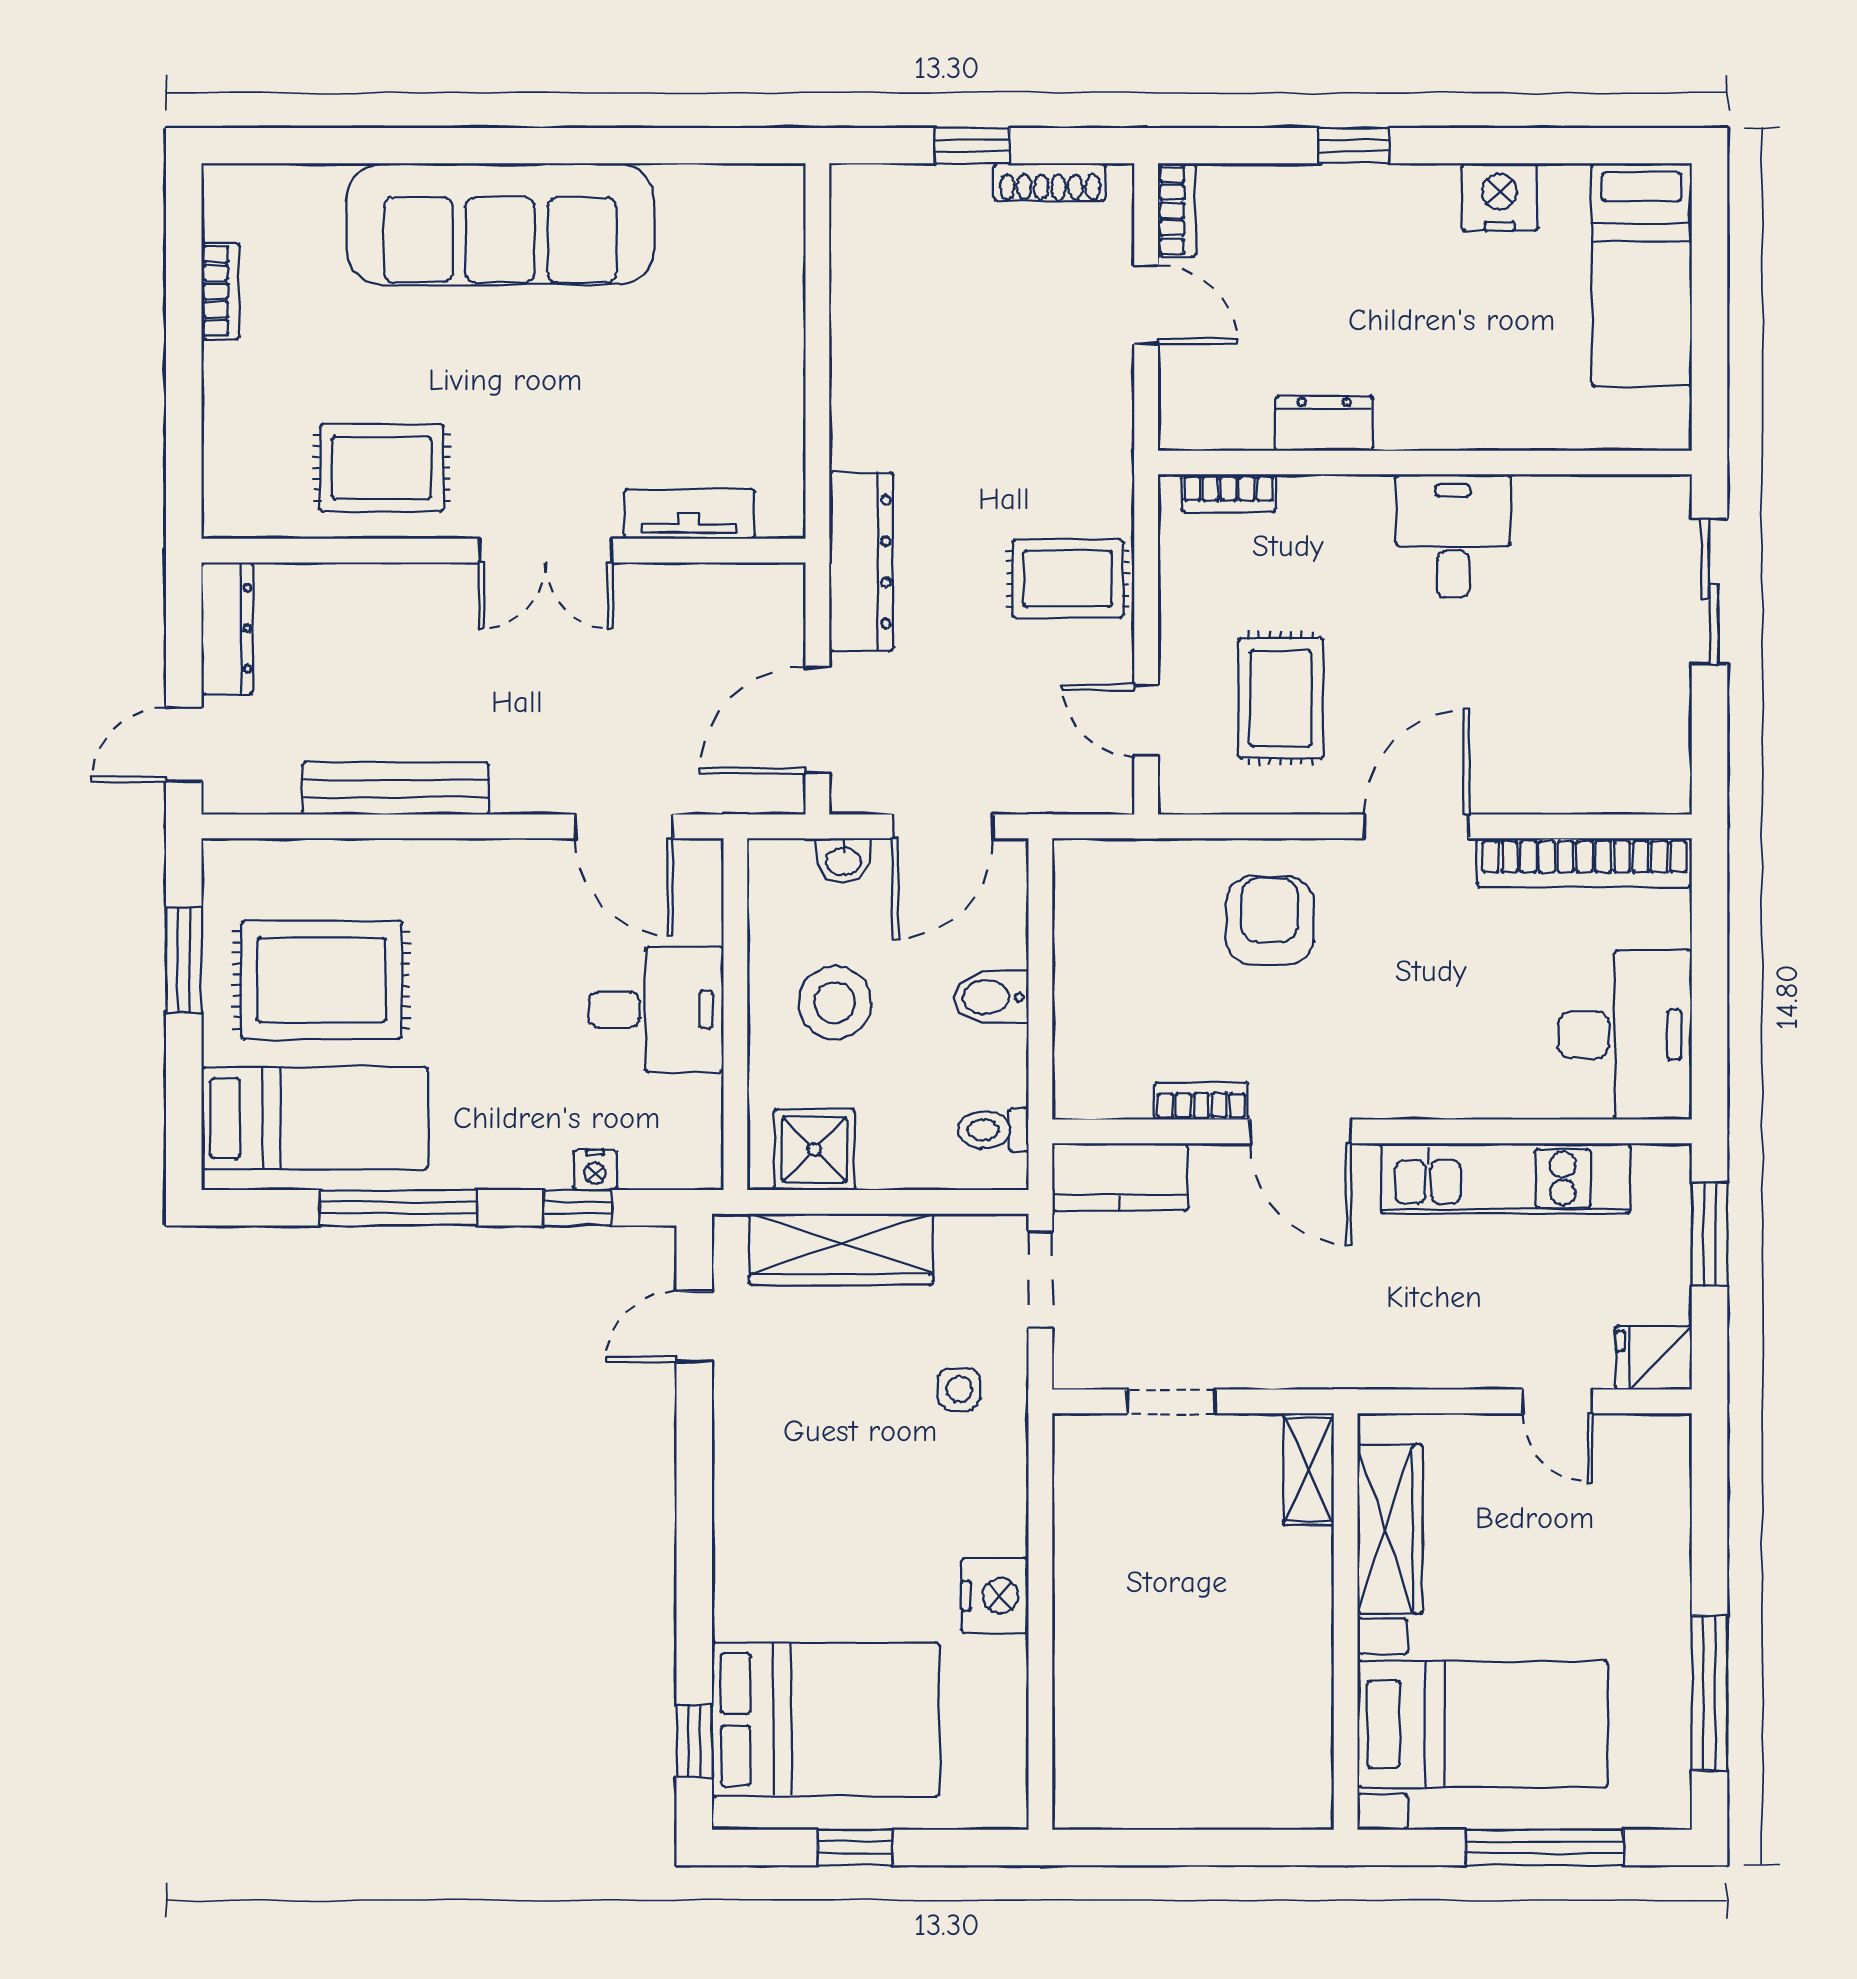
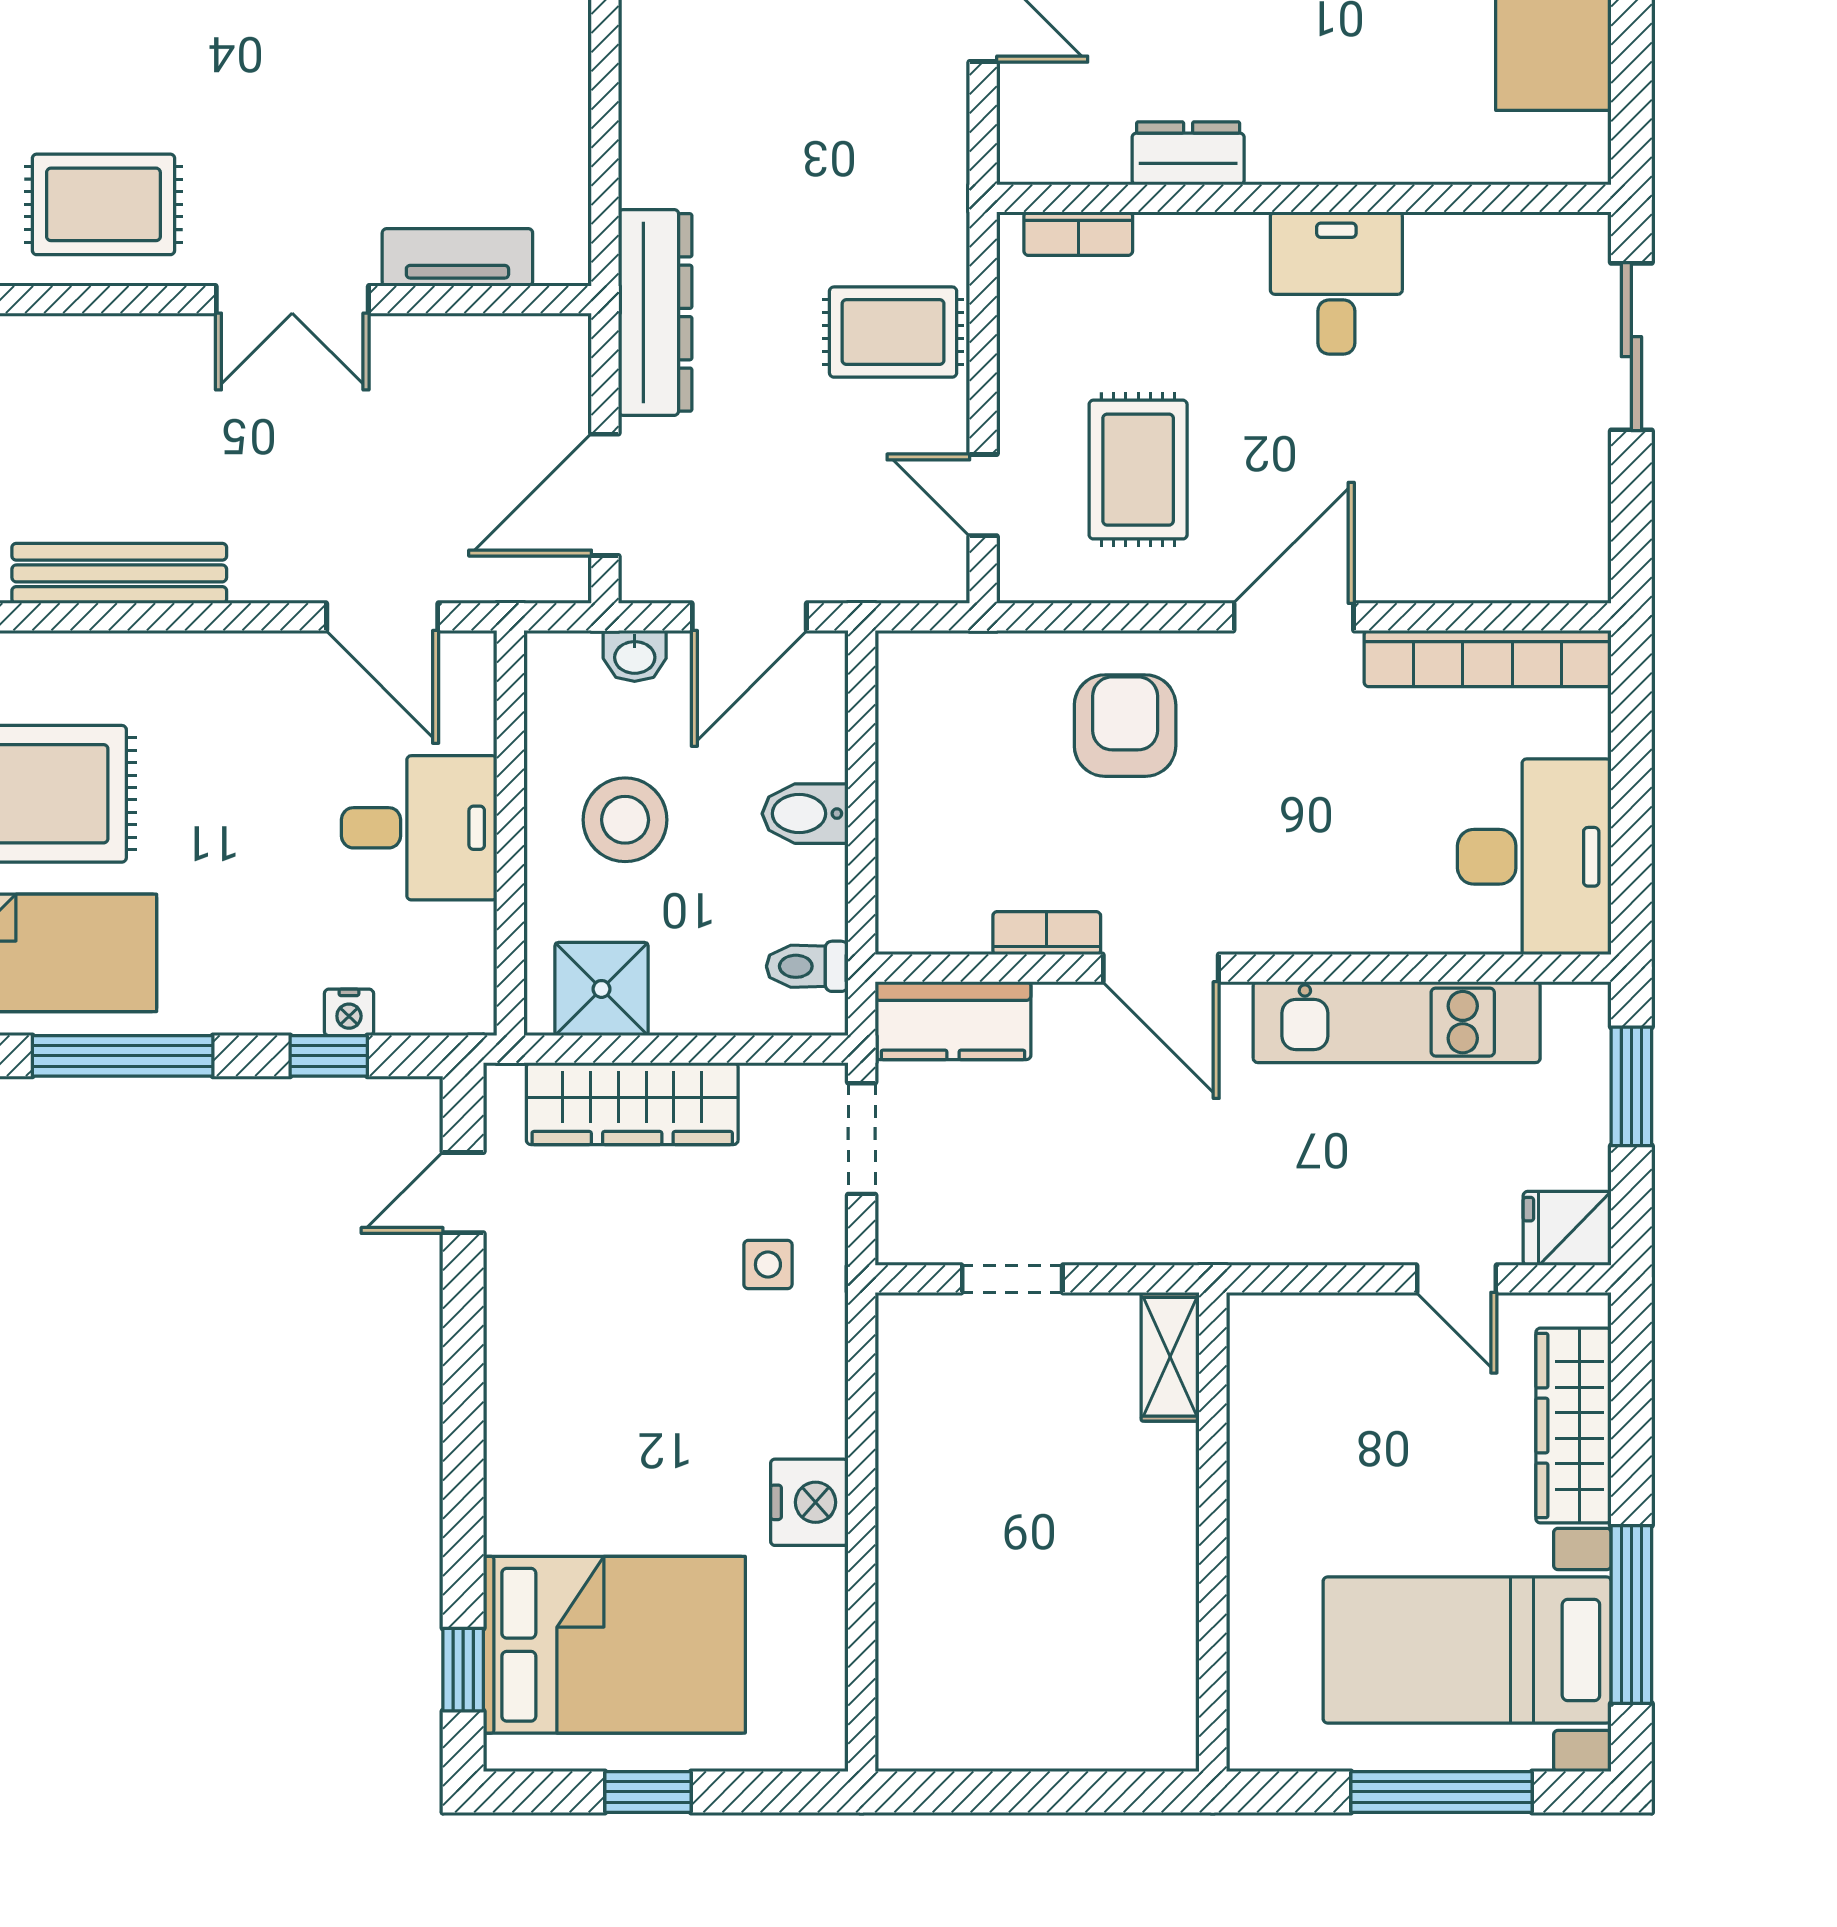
wardrobe: (1390, 1529) -> (1574, 1426), moved, turned 180
bed with nightstands: (1483, 1724) -> (1467, 1650), moved, turned 180

